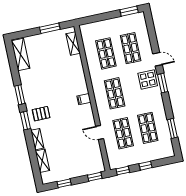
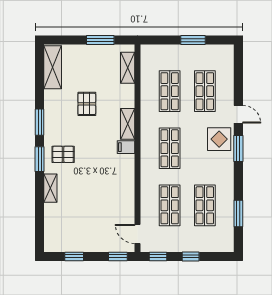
window: (129, 11) -> (193, 40), moved
pallet: (50, 75) -> (87, 104), added
door: (100, 133) -> (138, 234), moved
shelving: (42, 161) -> (128, 124), moved

